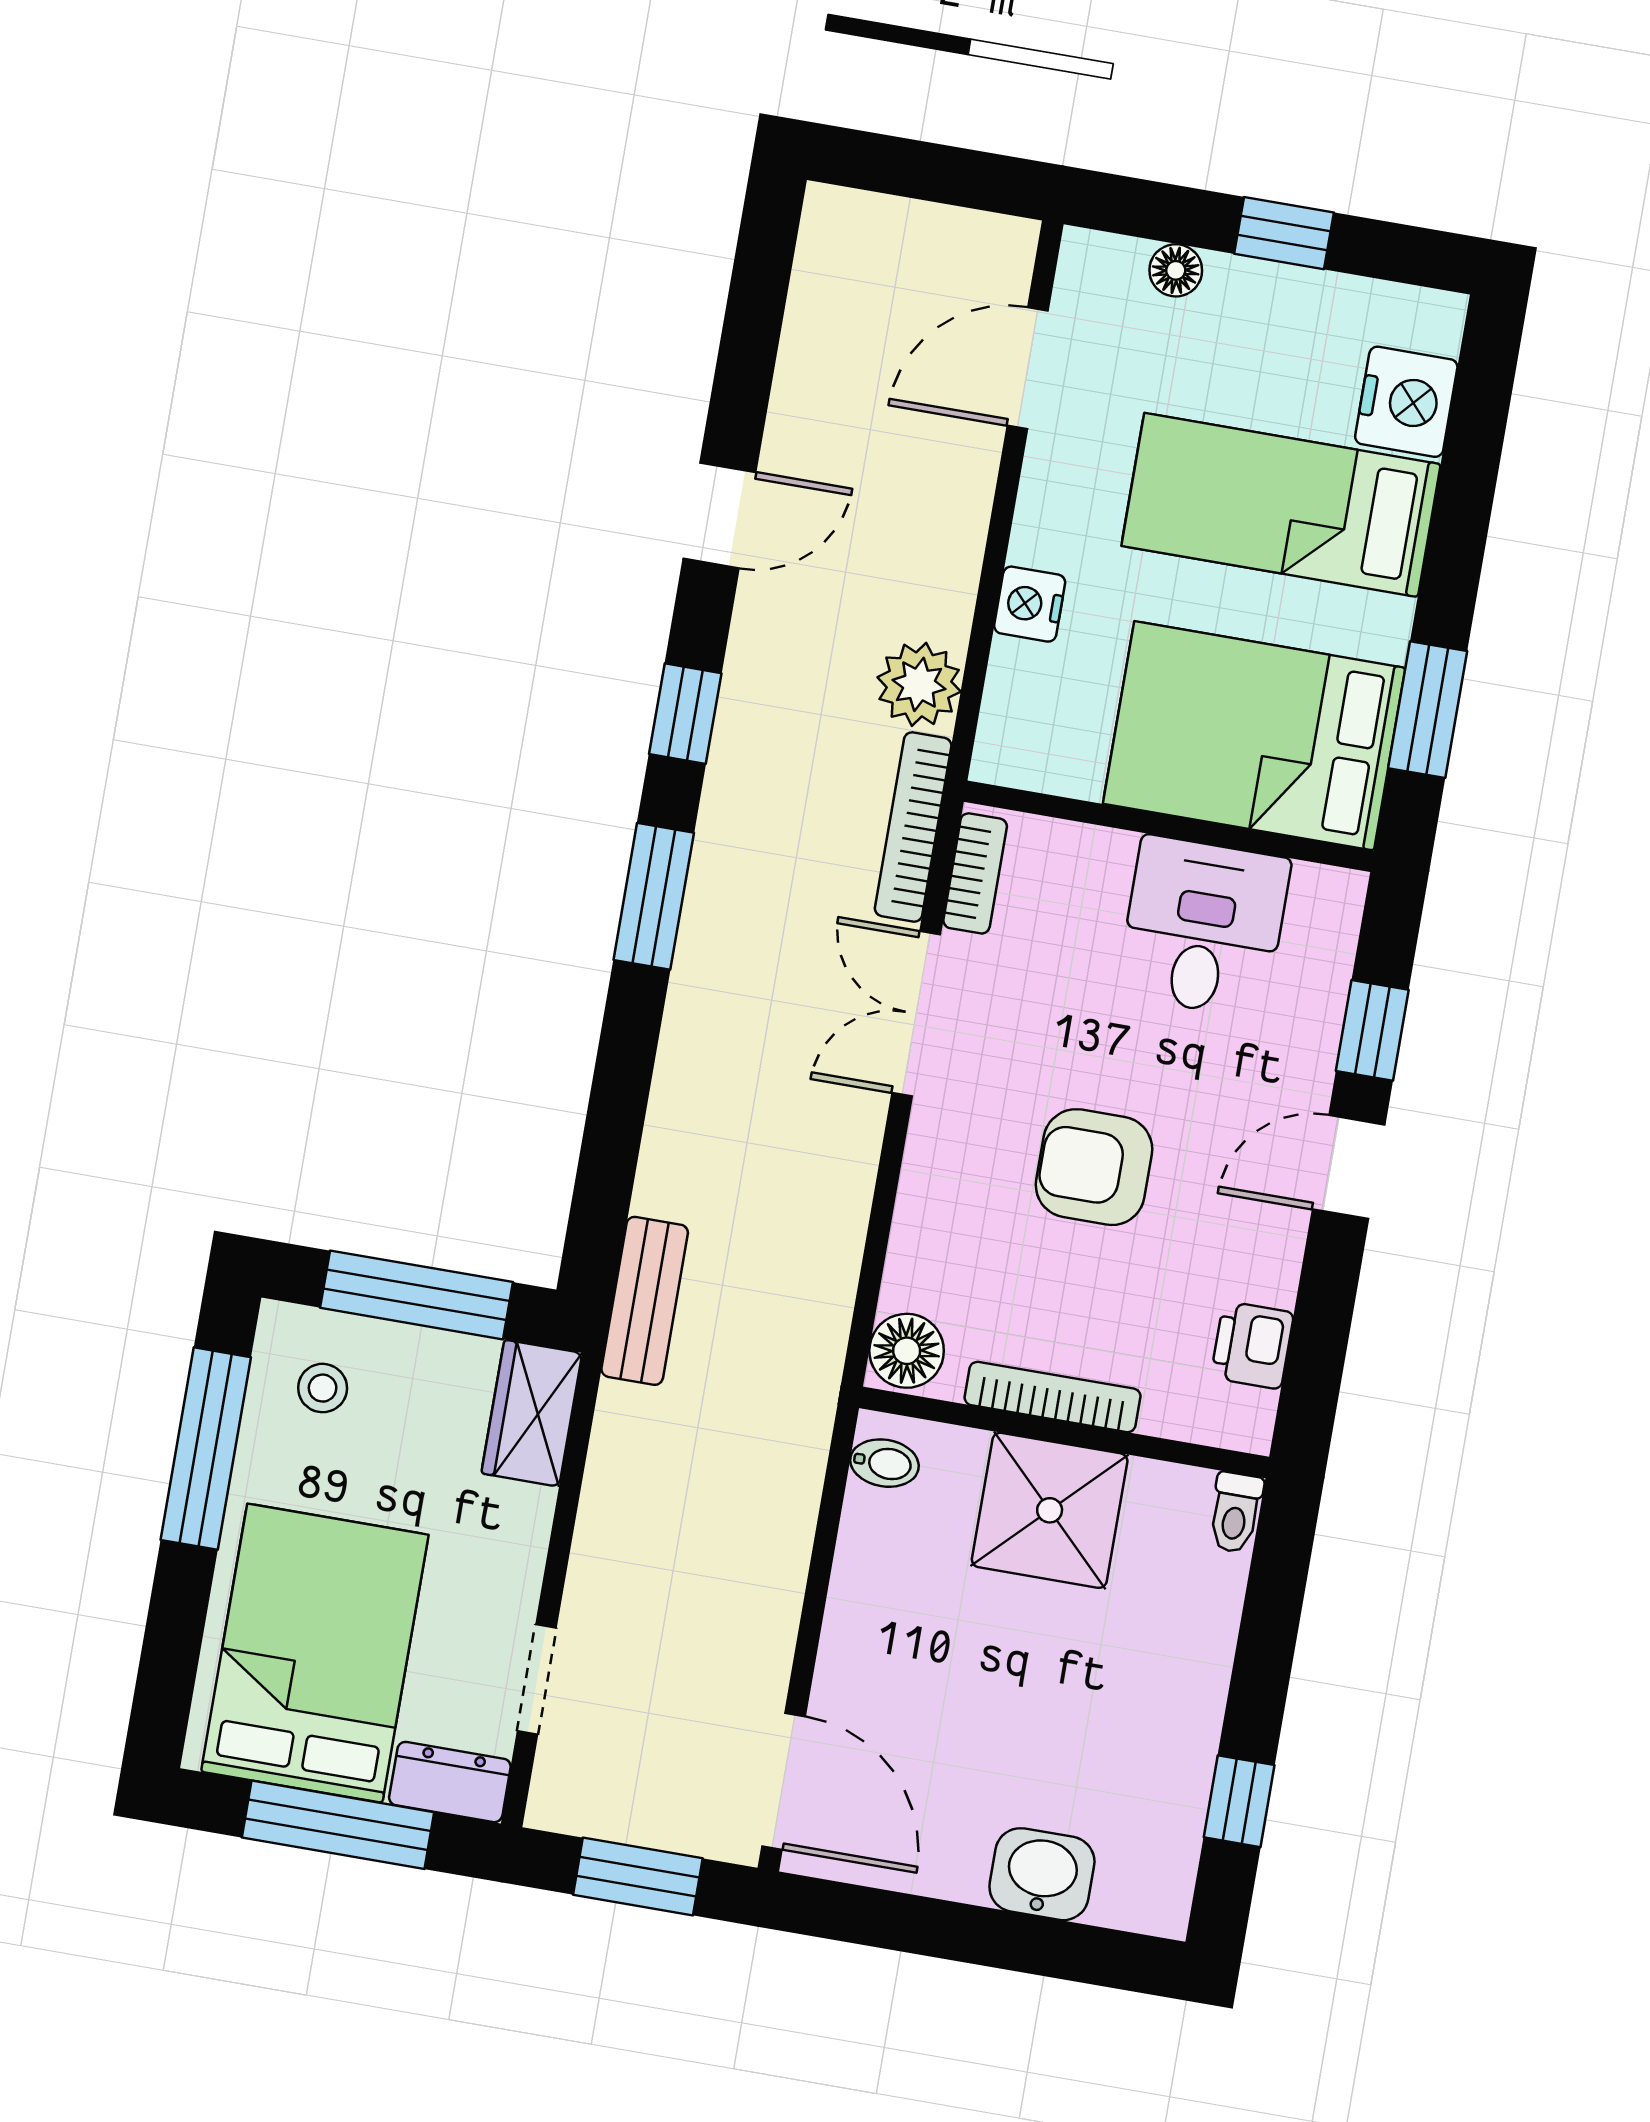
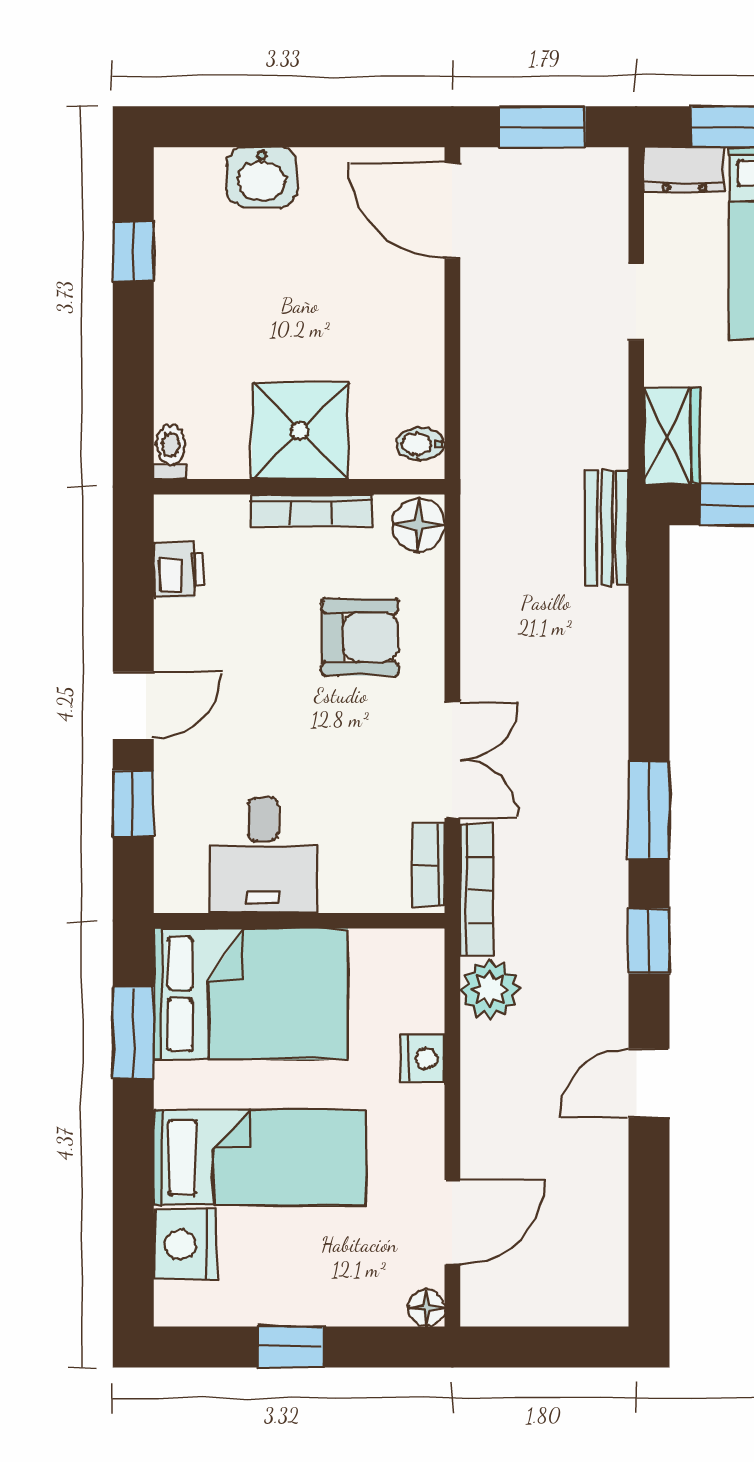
floor lamp: (1176, 270) -> (426, 1308), moved
armchair: (1094, 1167) -> (360, 637), moved
doorway: (537, 1680) -> (636, 302), moved

